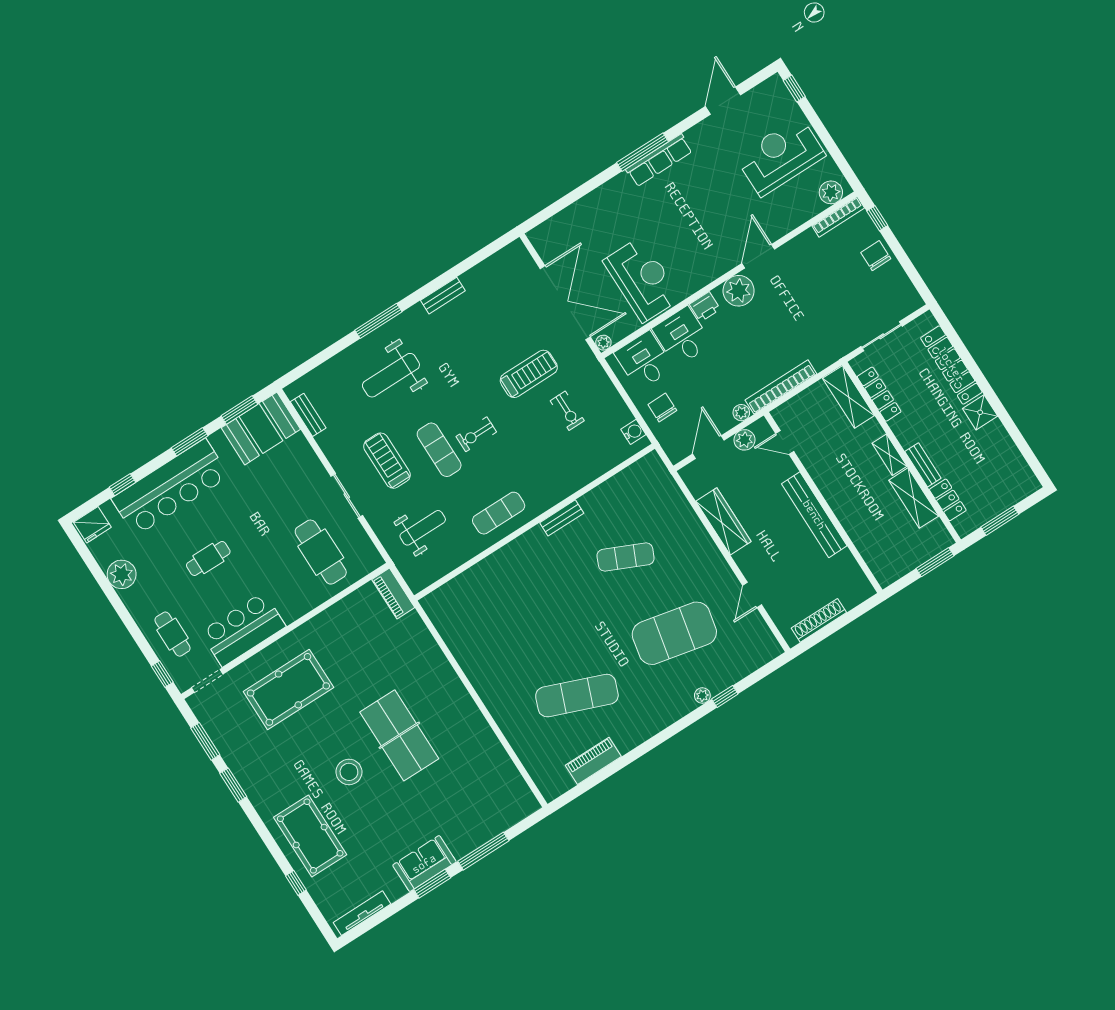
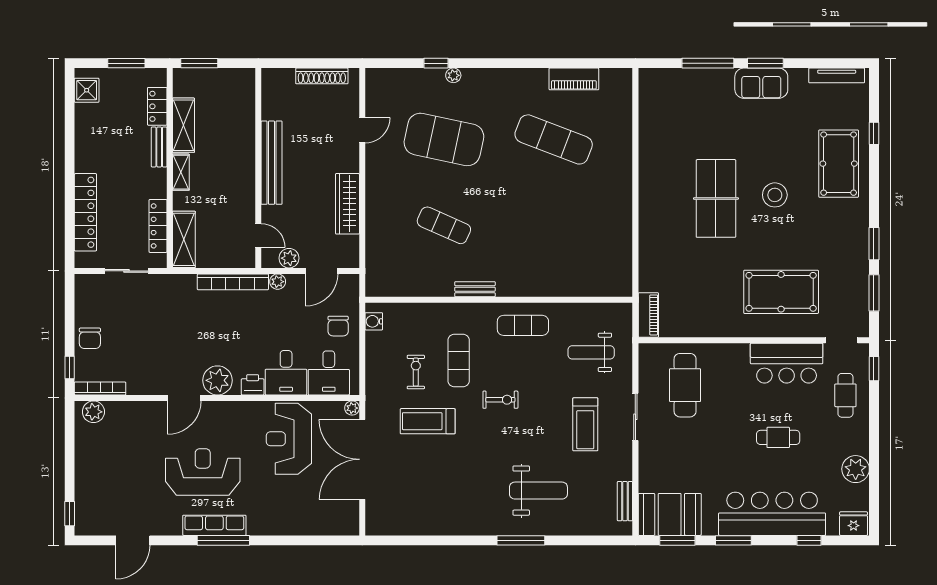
reception desk: (780, 156) -> (203, 472), moved, turned 180
bench: (443, 296) -> (456, 528), removed
shower: (980, 412) -> (87, 90), moved
exercise mat: (439, 450) -> (459, 360), moved

